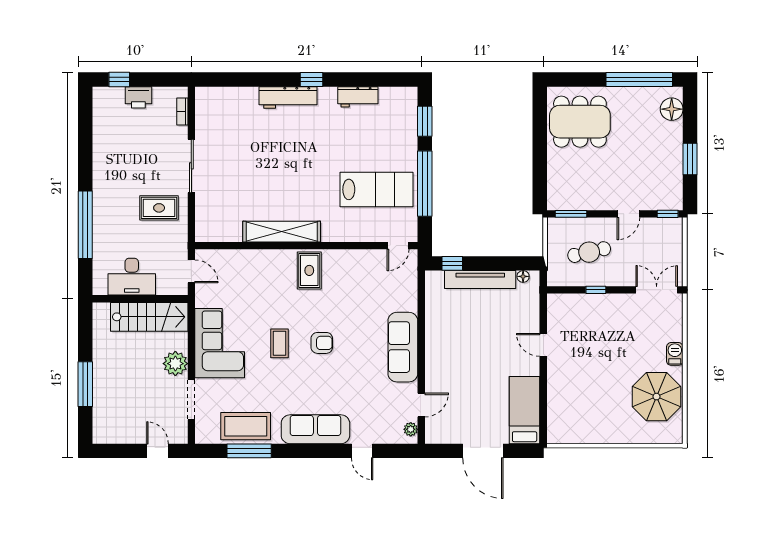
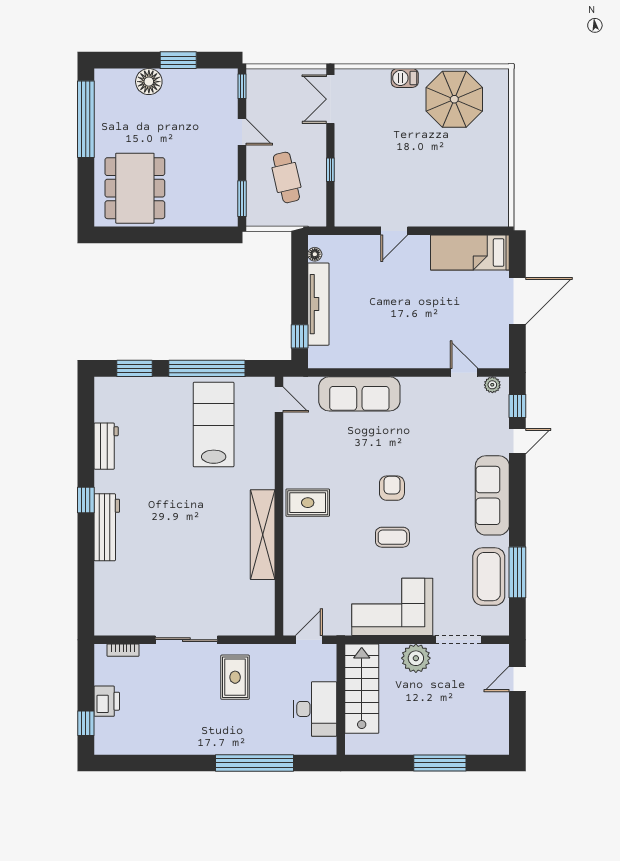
floor lamp: (672, 109) -> (149, 82), moved
sofa: (403, 347) -> (359, 394), moved
window: (392, 451) -> (517, 406), added

